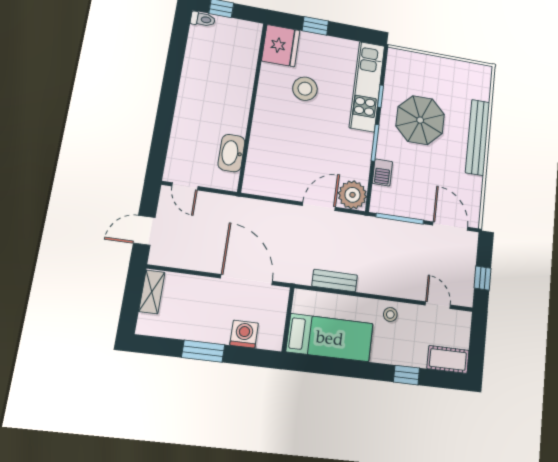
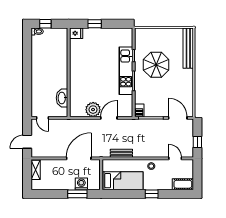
fridge: (281, 46) -> (76, 33), width x0.53, depth x0.75
kitchen unit: (367, 86) -> (126, 71), moved
stool: (305, 89) -> (94, 59), removed
bench: (478, 137) -> (188, 48), moved
barbecue: (382, 172) -> (139, 110), moved
plant: (353, 195) -> (93, 110), moved
door: (247, 280) -> (79, 158), hinge flipped
window: (203, 351) -> (77, 194), moved
window: (406, 375) -> (152, 194), moved

